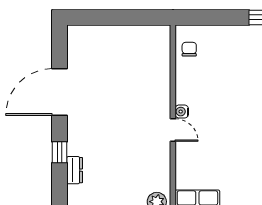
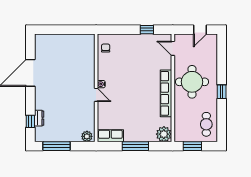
window: (60, 152) -> (30, 121), moved

